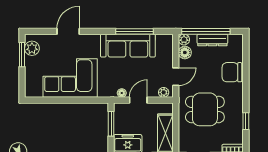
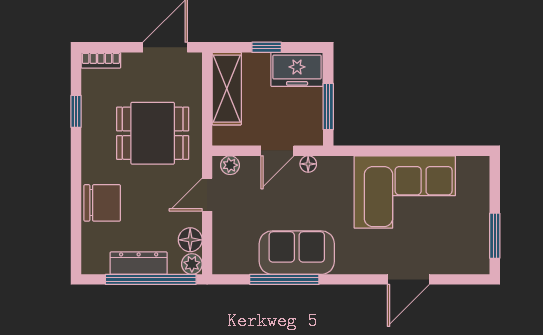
sofa: (128, 46) -> (297, 253), width x0.73
plant: (32, 48) -> (476, 248), removed

